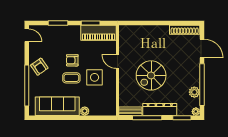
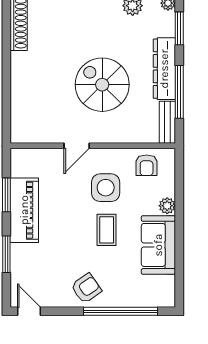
piano: (99, 33) -> (24, 210), moved
door: (27, 35) -> (29, 311), hinge flipped
armchair: (72, 60) -> (147, 165), moved
spiral stairs: (151, 75) -> (102, 85), turned 180
sofa: (57, 106) -> (158, 245), width x0.73

